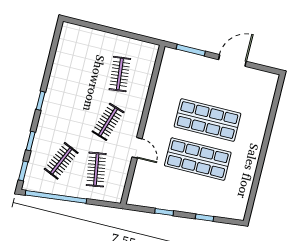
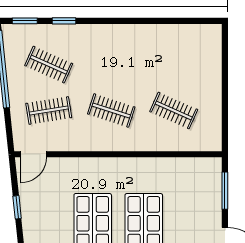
clothes rail: (120, 74) -> (174, 110), turned 30
window: (41, 101) -> (117, 21), removed
door: (137, 148) -> (34, 154), moved

